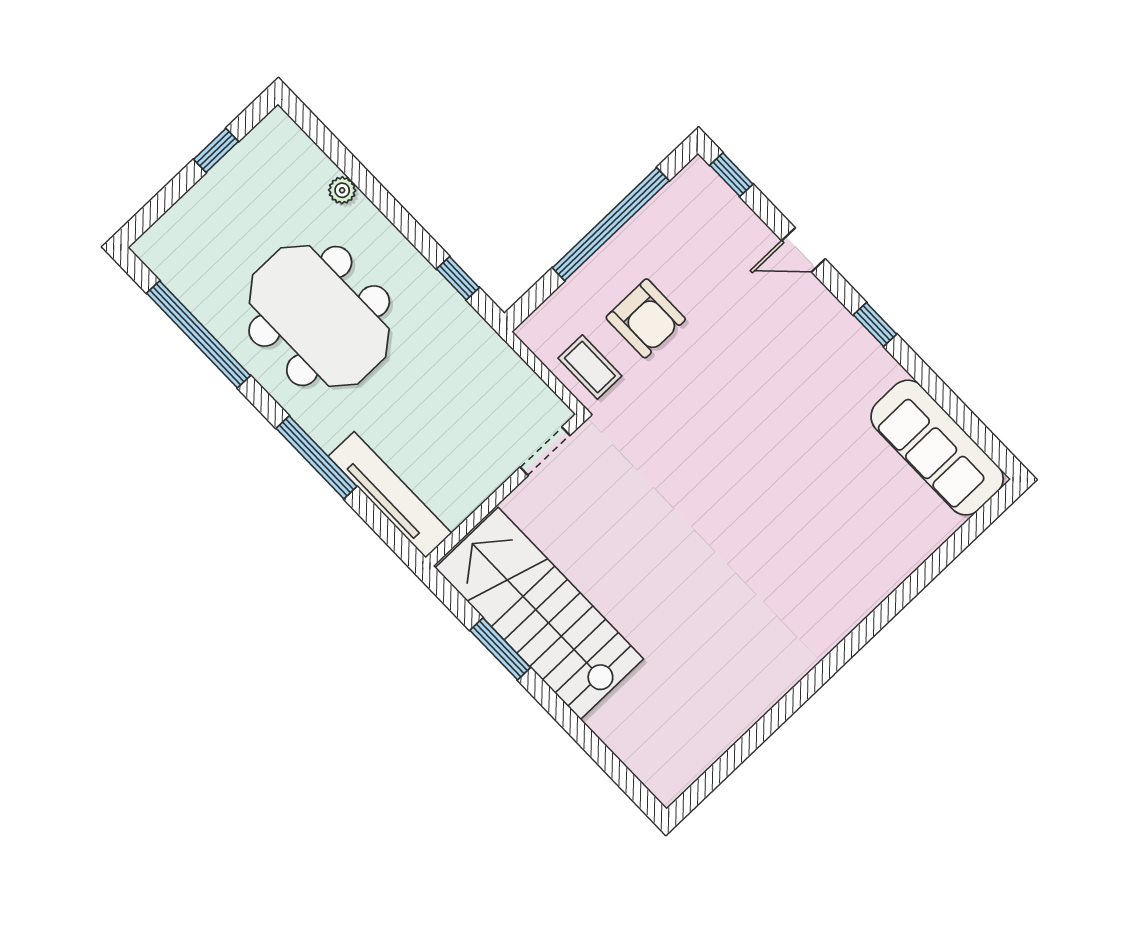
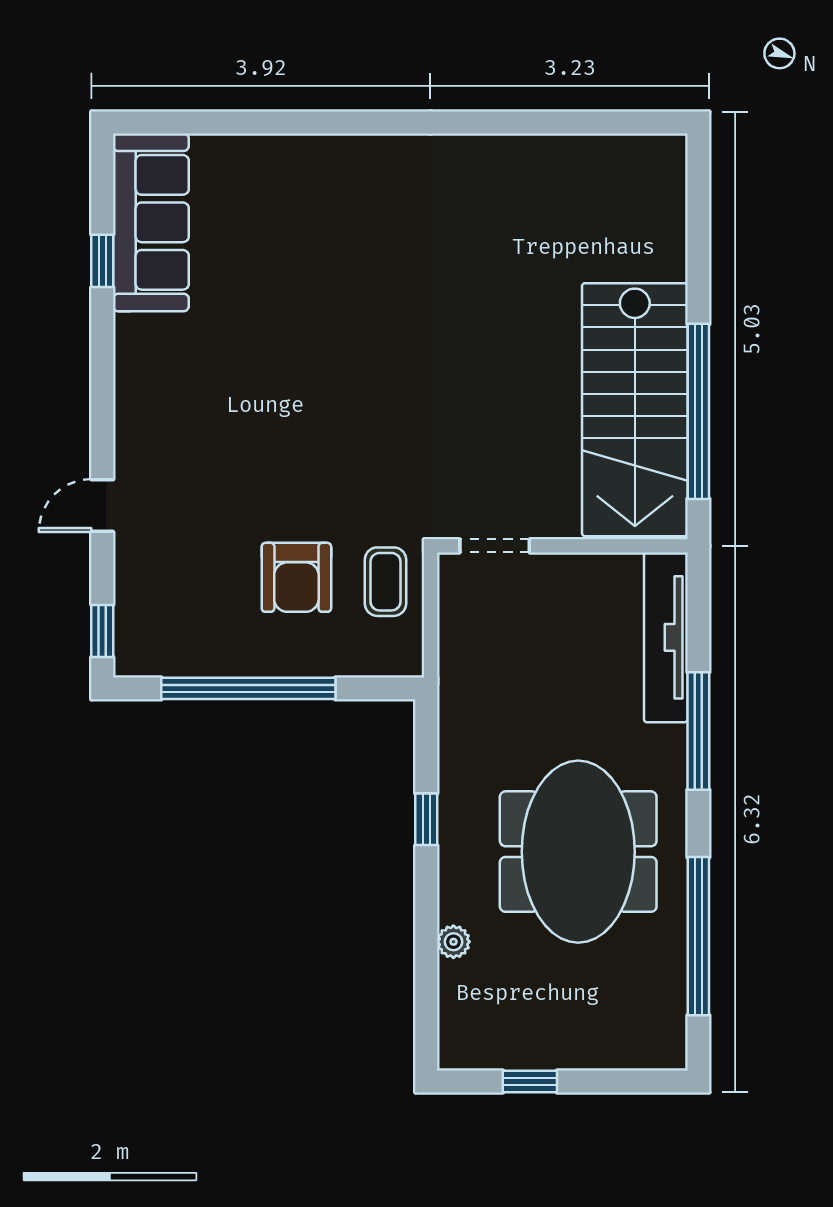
door: (803, 250) -> (102, 506), swing flipped
window: (458, 278) -> (426, 819), moved
armchair: (646, 318) -> (296, 577), turned 180
window: (875, 325) -> (102, 261), moved
window: (500, 649) -> (698, 411), width x2.11

